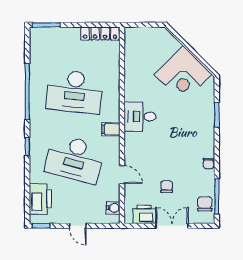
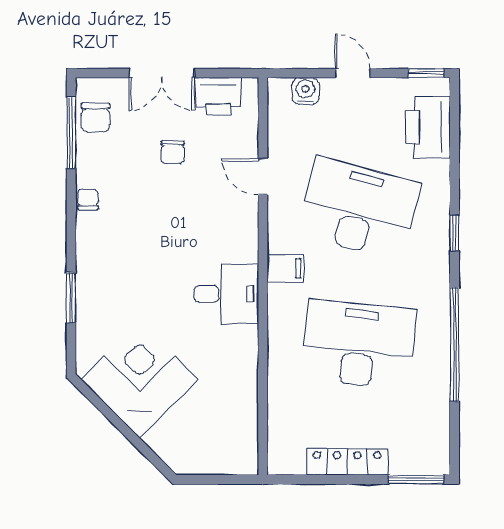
locker: (100, 34) -> (347, 462), moved
water cooler: (113, 208) -> (305, 91), moved, turned 90

